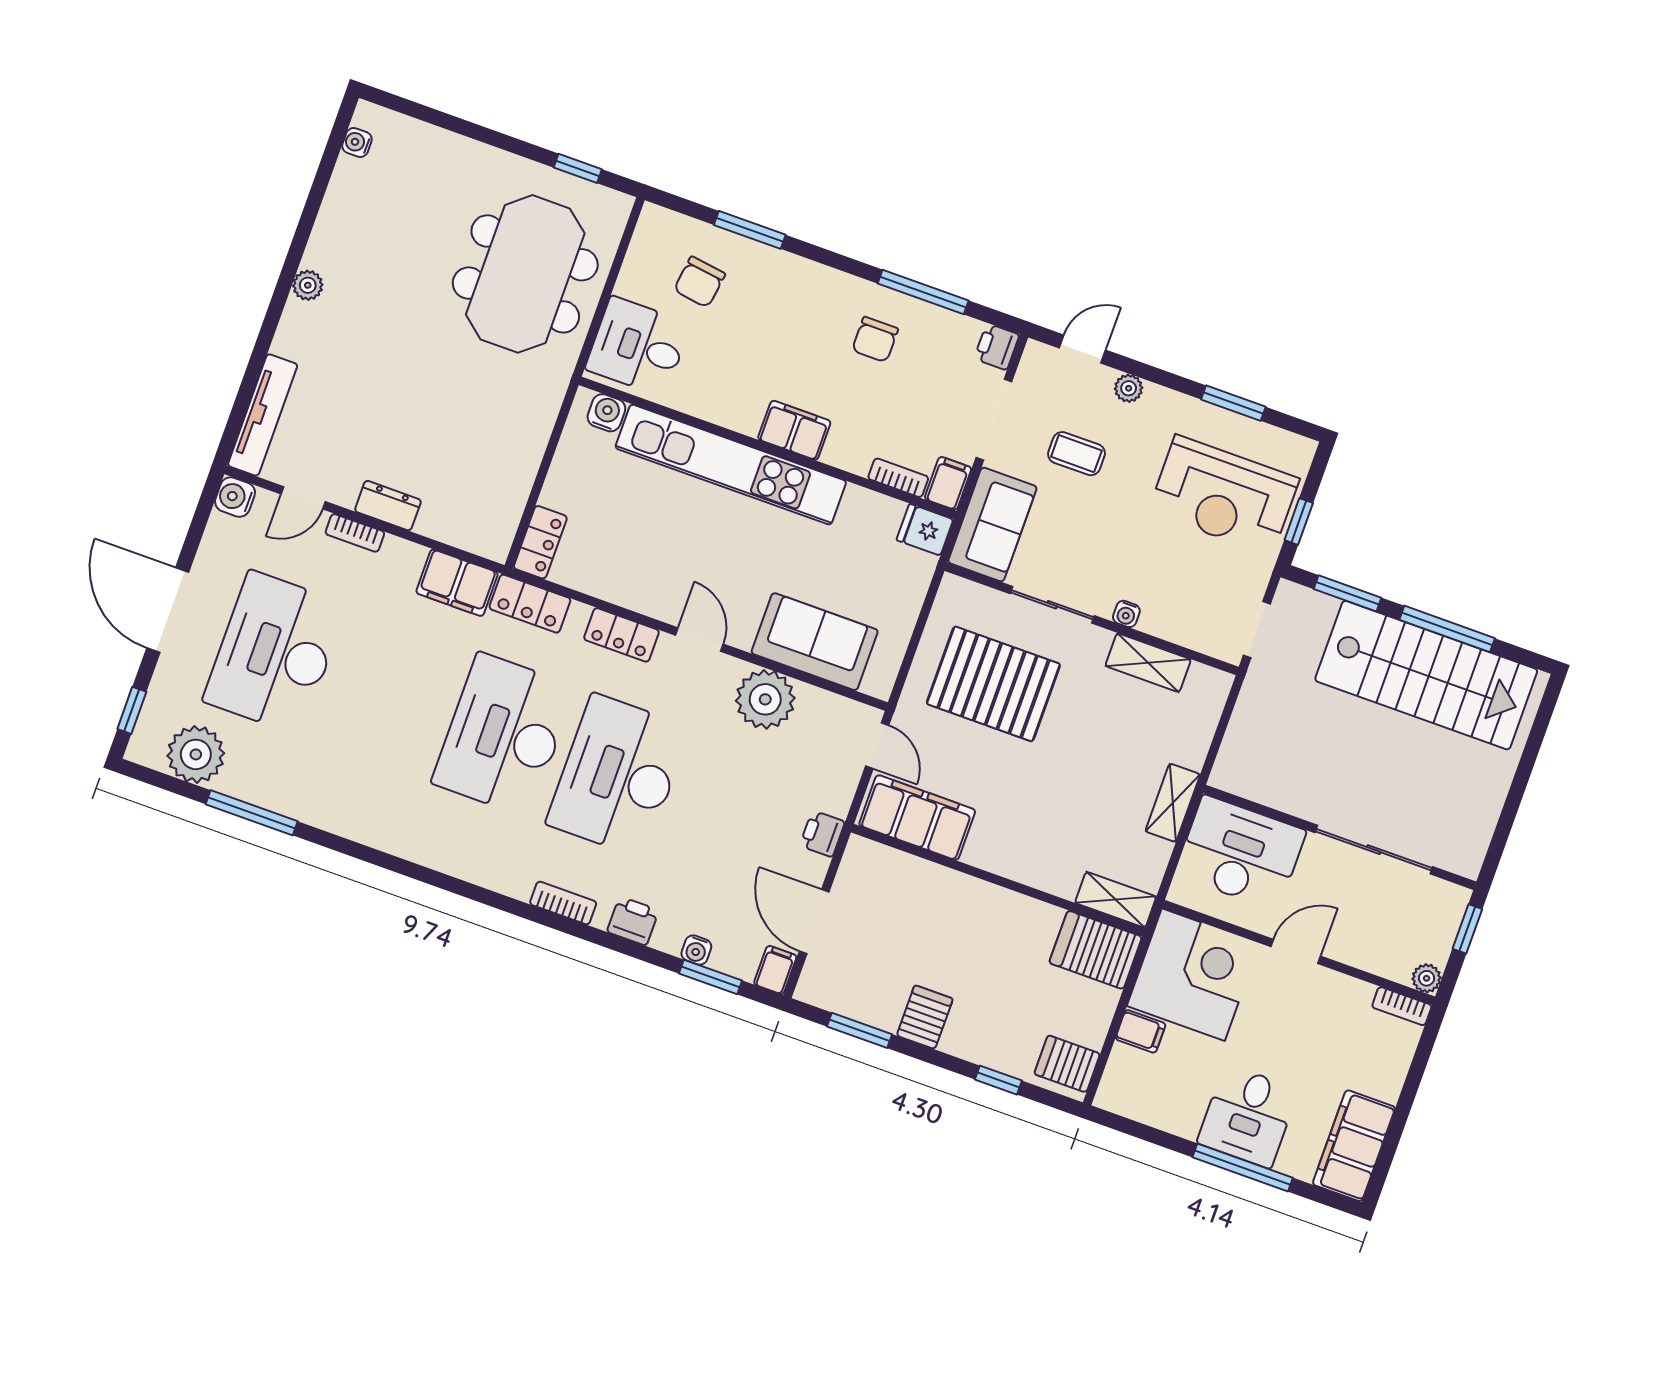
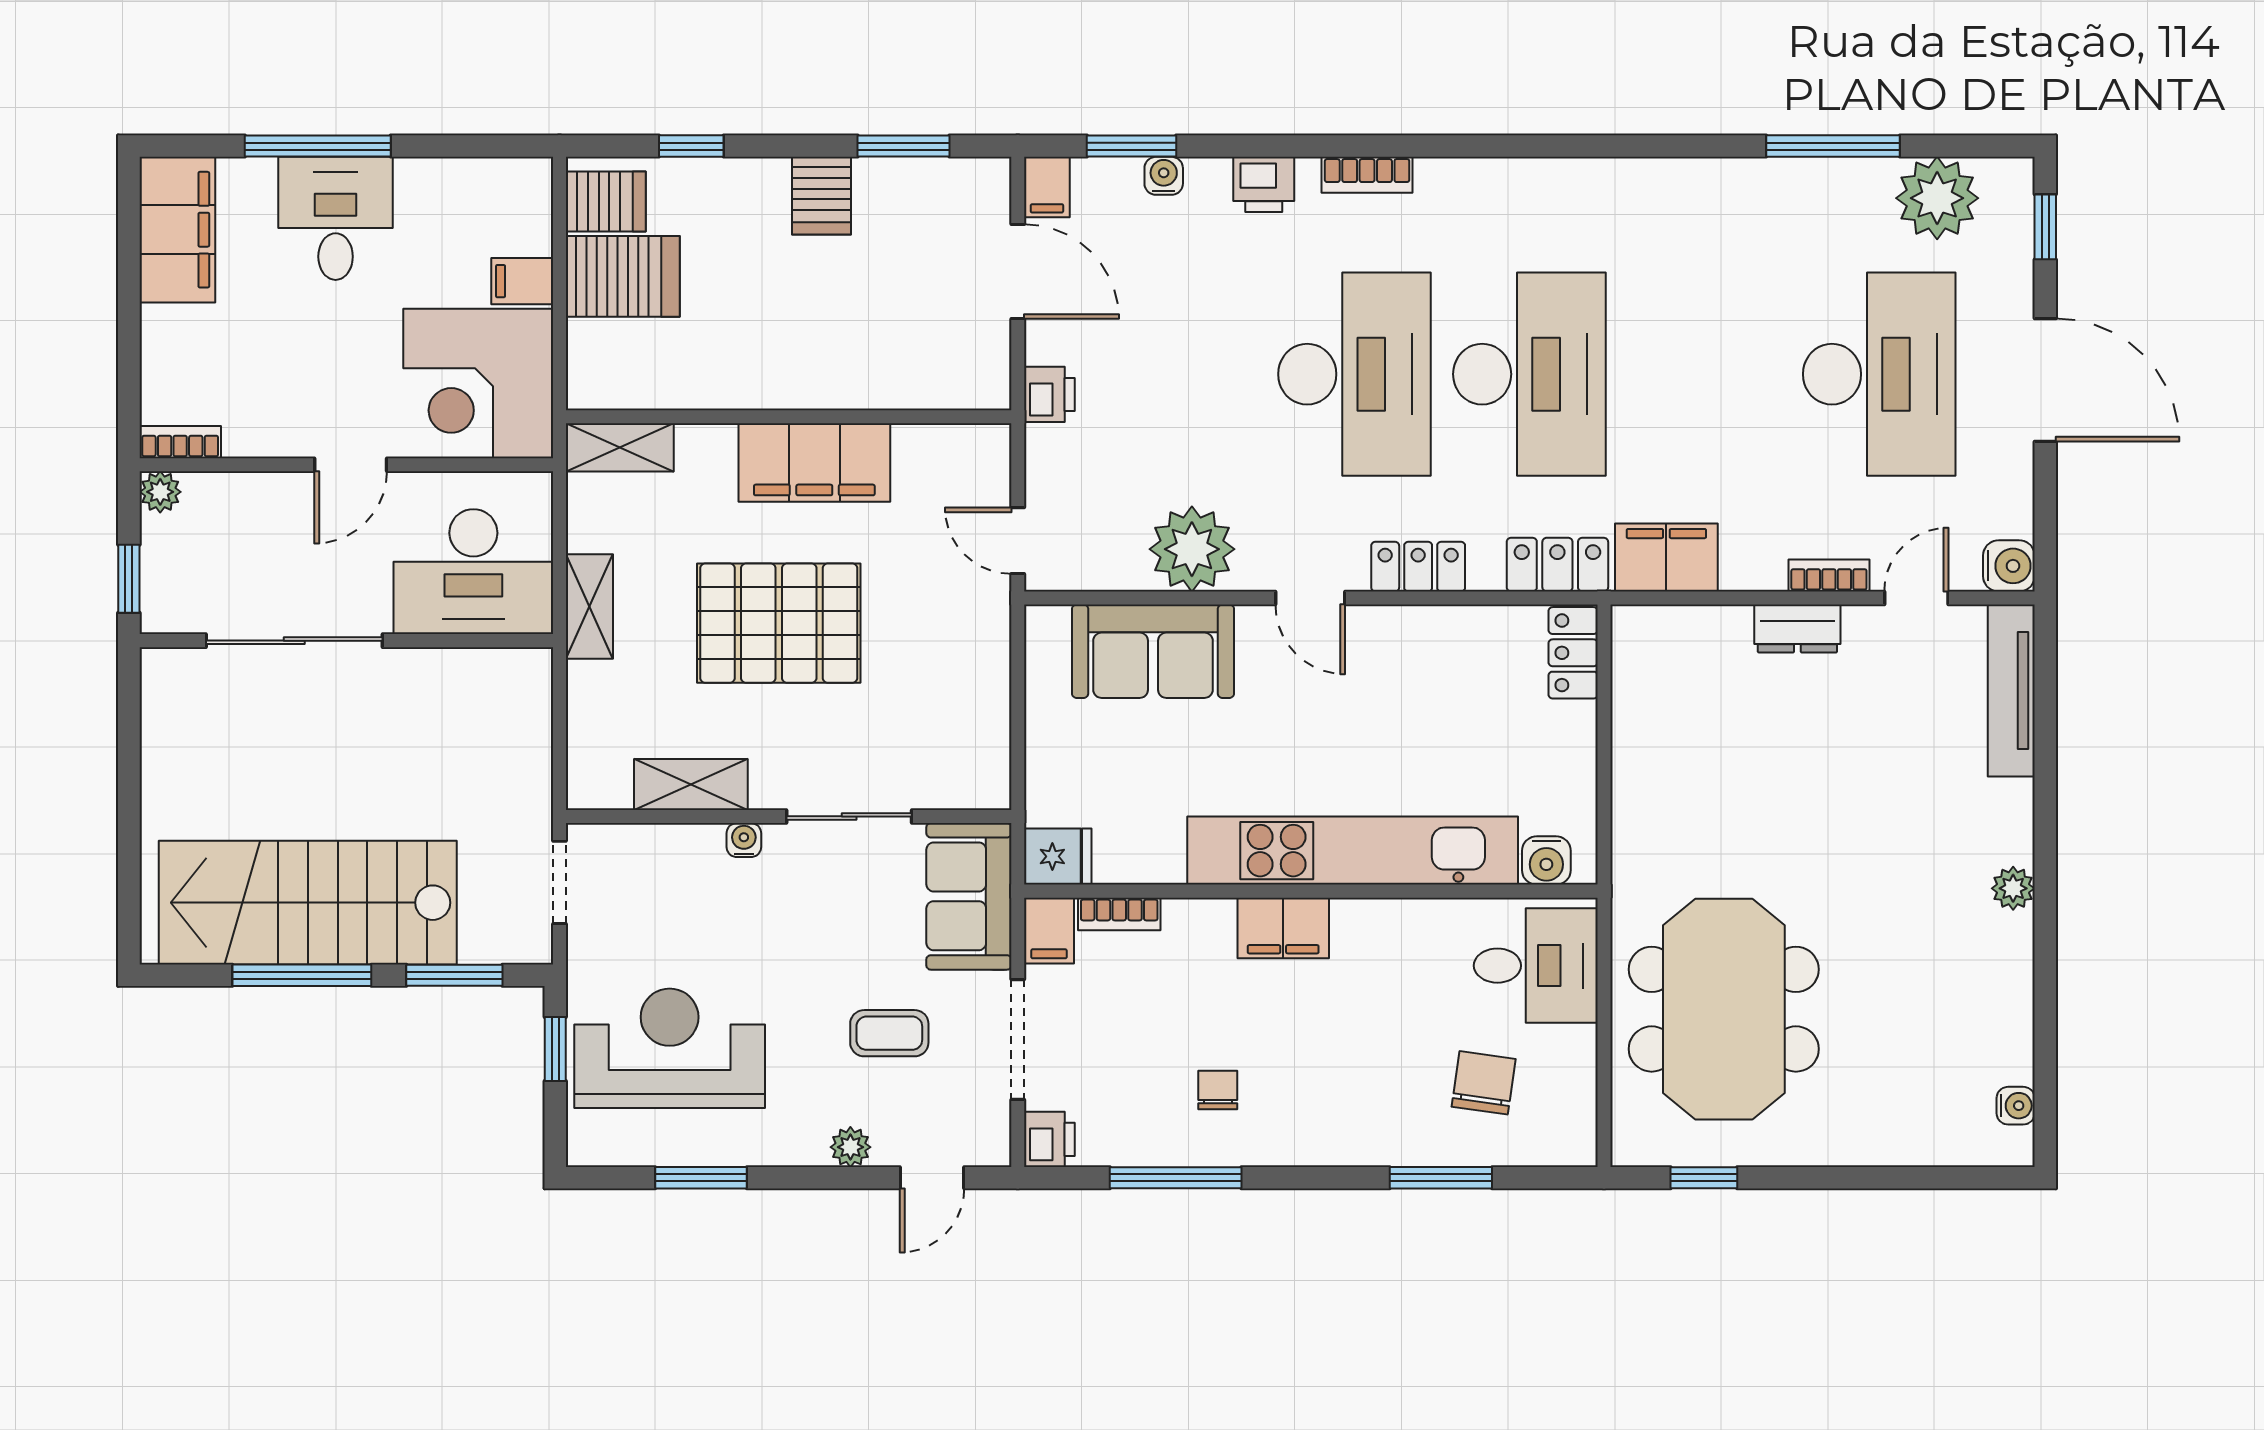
chair: (875, 340) -> (1218, 1090), width x0.73, depth x0.73
pallet: (993, 684) -> (779, 623), moved
filing cabinet: (917, 818) -> (814, 462), moved
server rack: (1096, 950) -> (623, 276), moved

